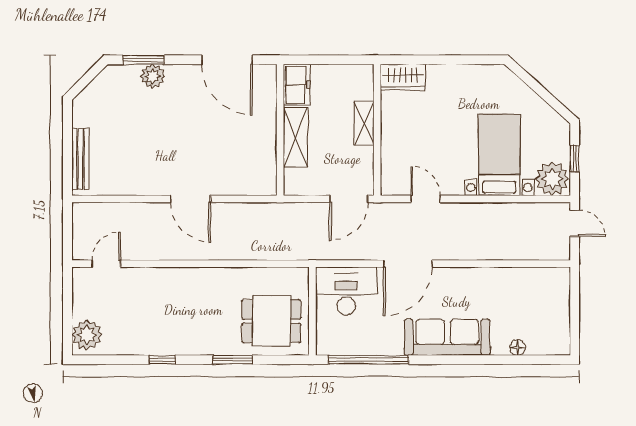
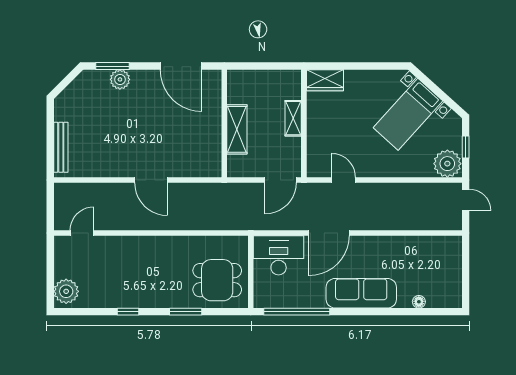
freezer: (297, 85) -> (238, 86), removed
bed with nightstands: (499, 155) -> (408, 114), moved, turned -138

